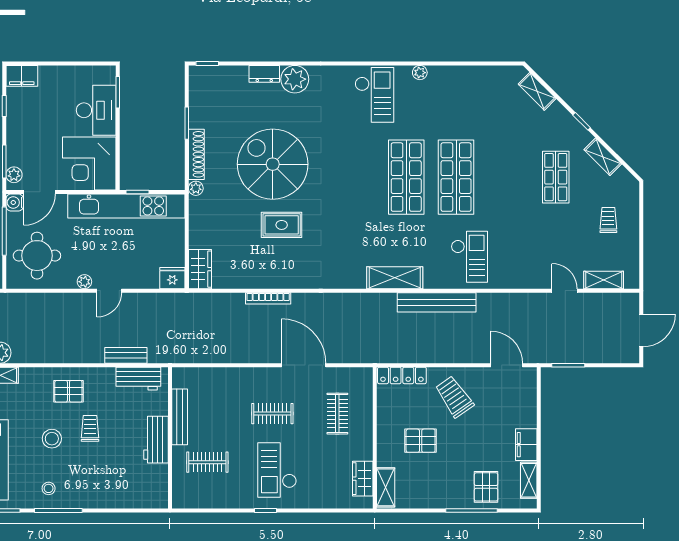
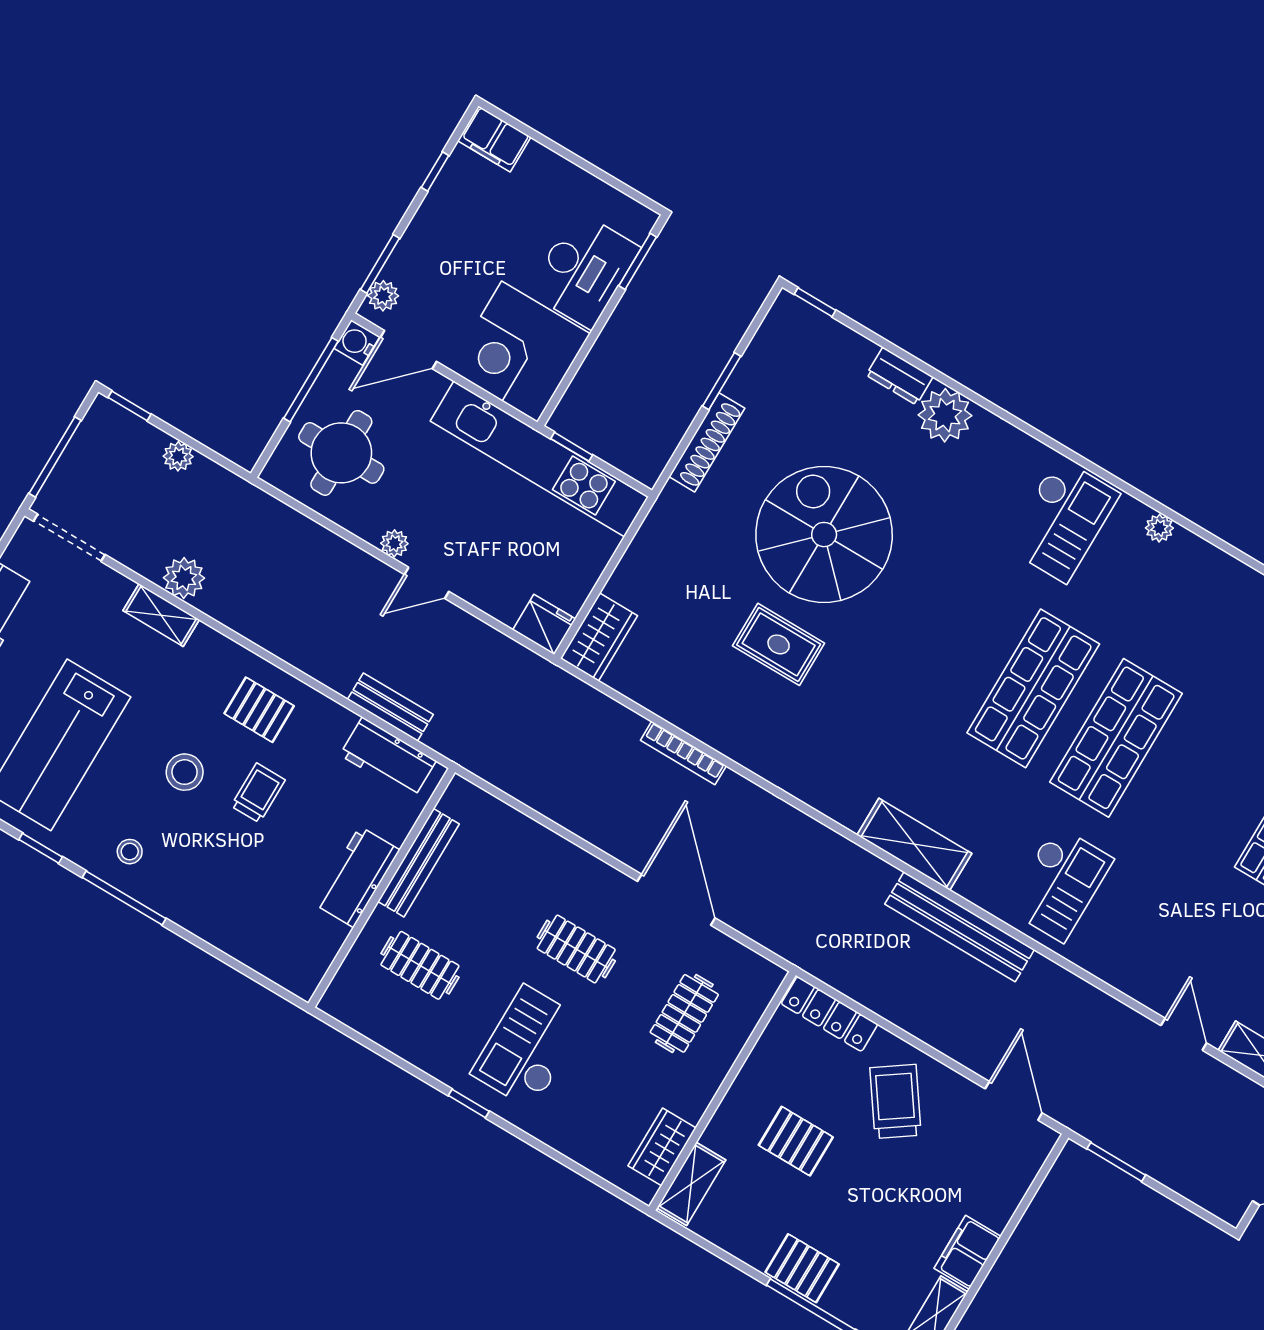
plant: (196, 188) -> (672, 498), removed
pallet: (486, 487) -> (802, 1268), moved, turned 90

